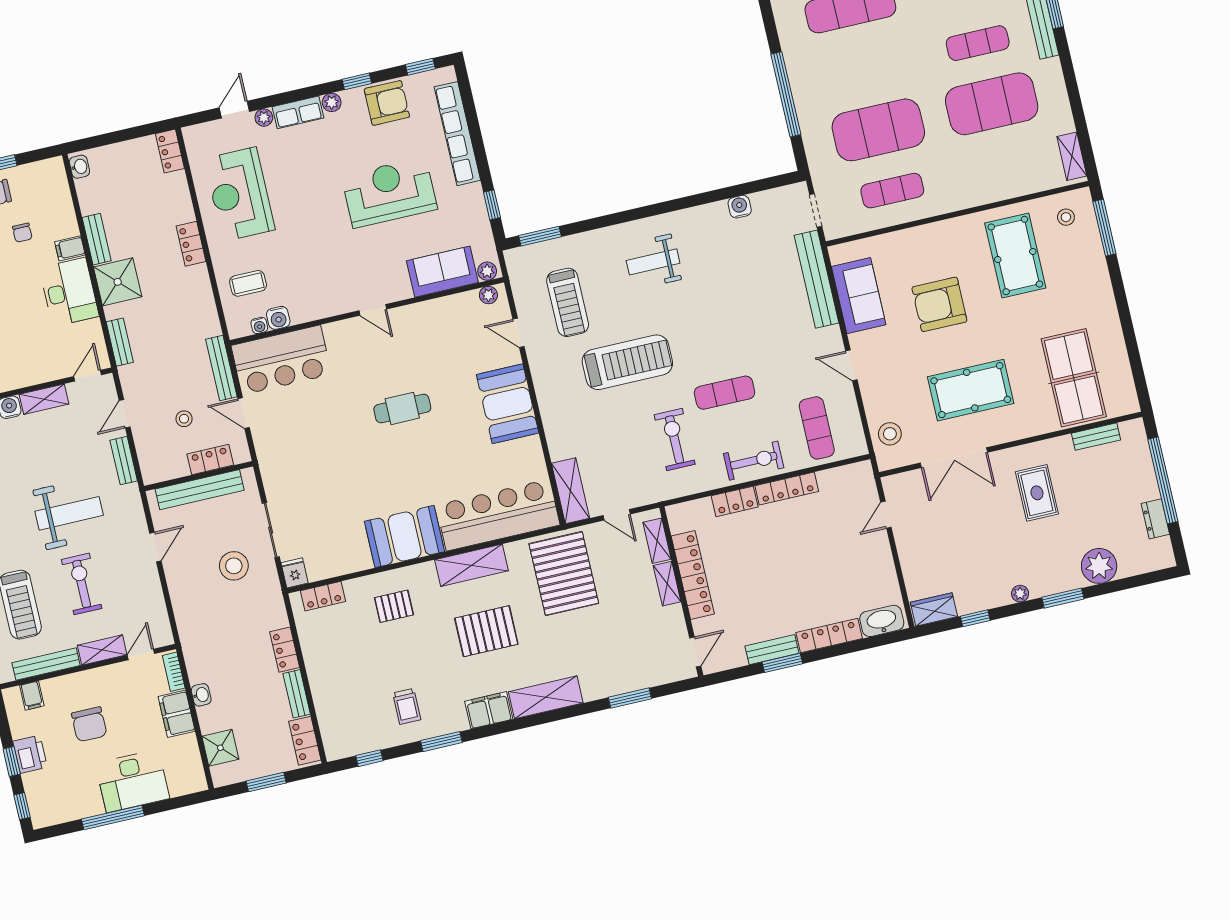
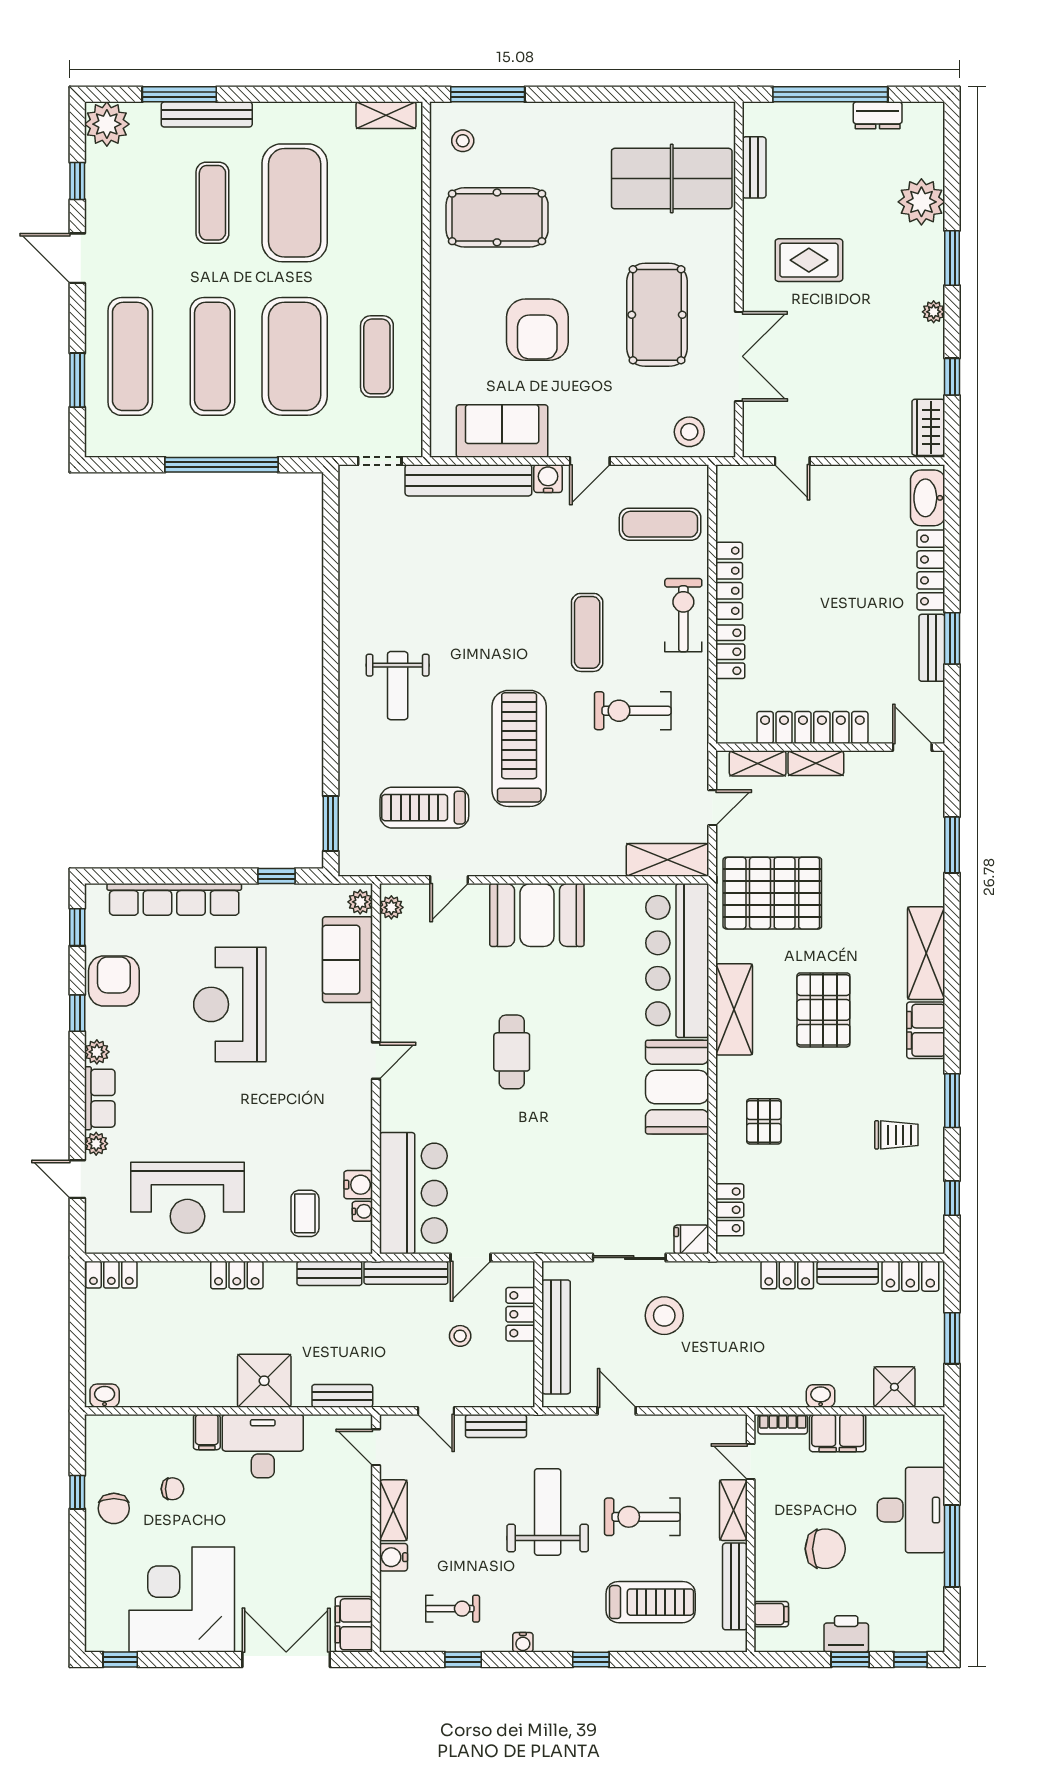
exercise mat: (864, 69) -> (212, 356), added
water cooler: (740, 207) -> (548, 479), moved, turned 90
bench: (97, 239) -> (329, 1273), moved
treadmill: (568, 302) -> (424, 808), turned 180

